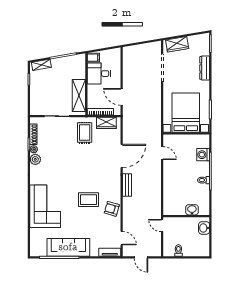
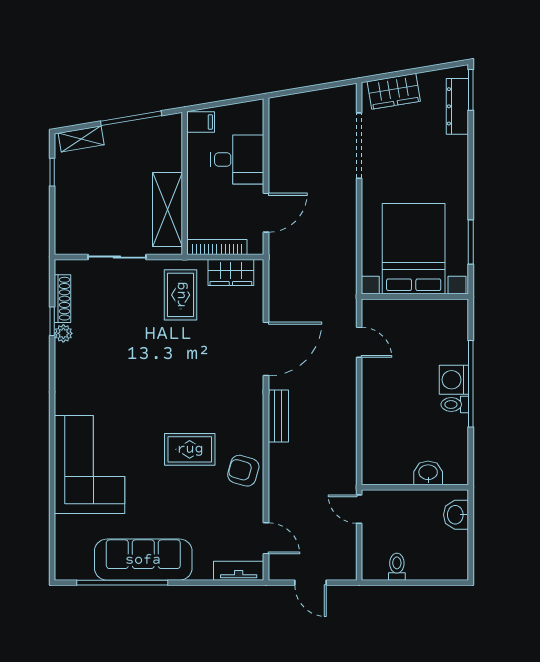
dresser: (205, 68) -> (457, 106), moved
desk: (99, 74) -> (237, 160), moved, turned 180
door: (122, 97) -> (266, 213), swing flipped
washing machine: (203, 155) -> (454, 380), moved
plant: (35, 159) -> (67, 357), removed

